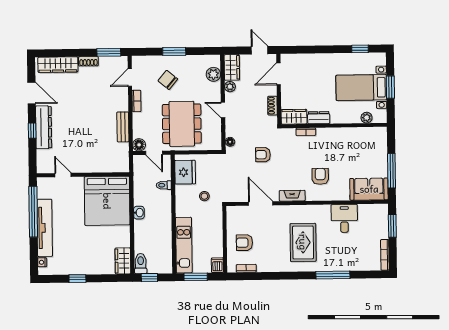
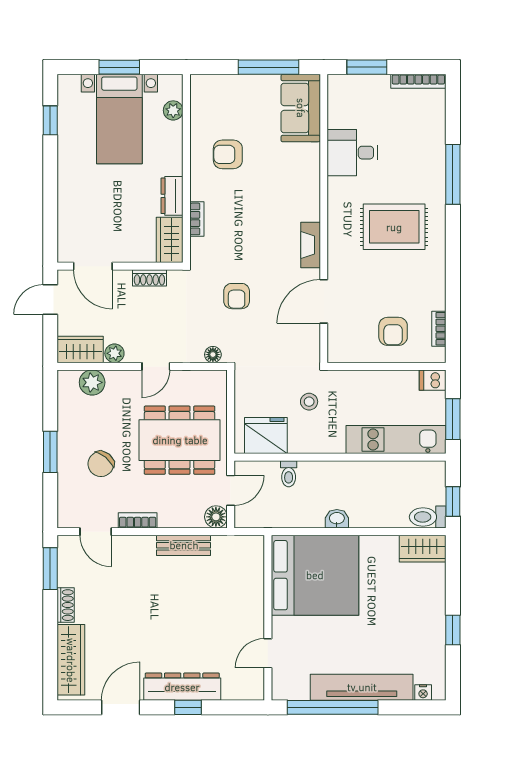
armchair: (320, 176) -> (228, 154), moved

